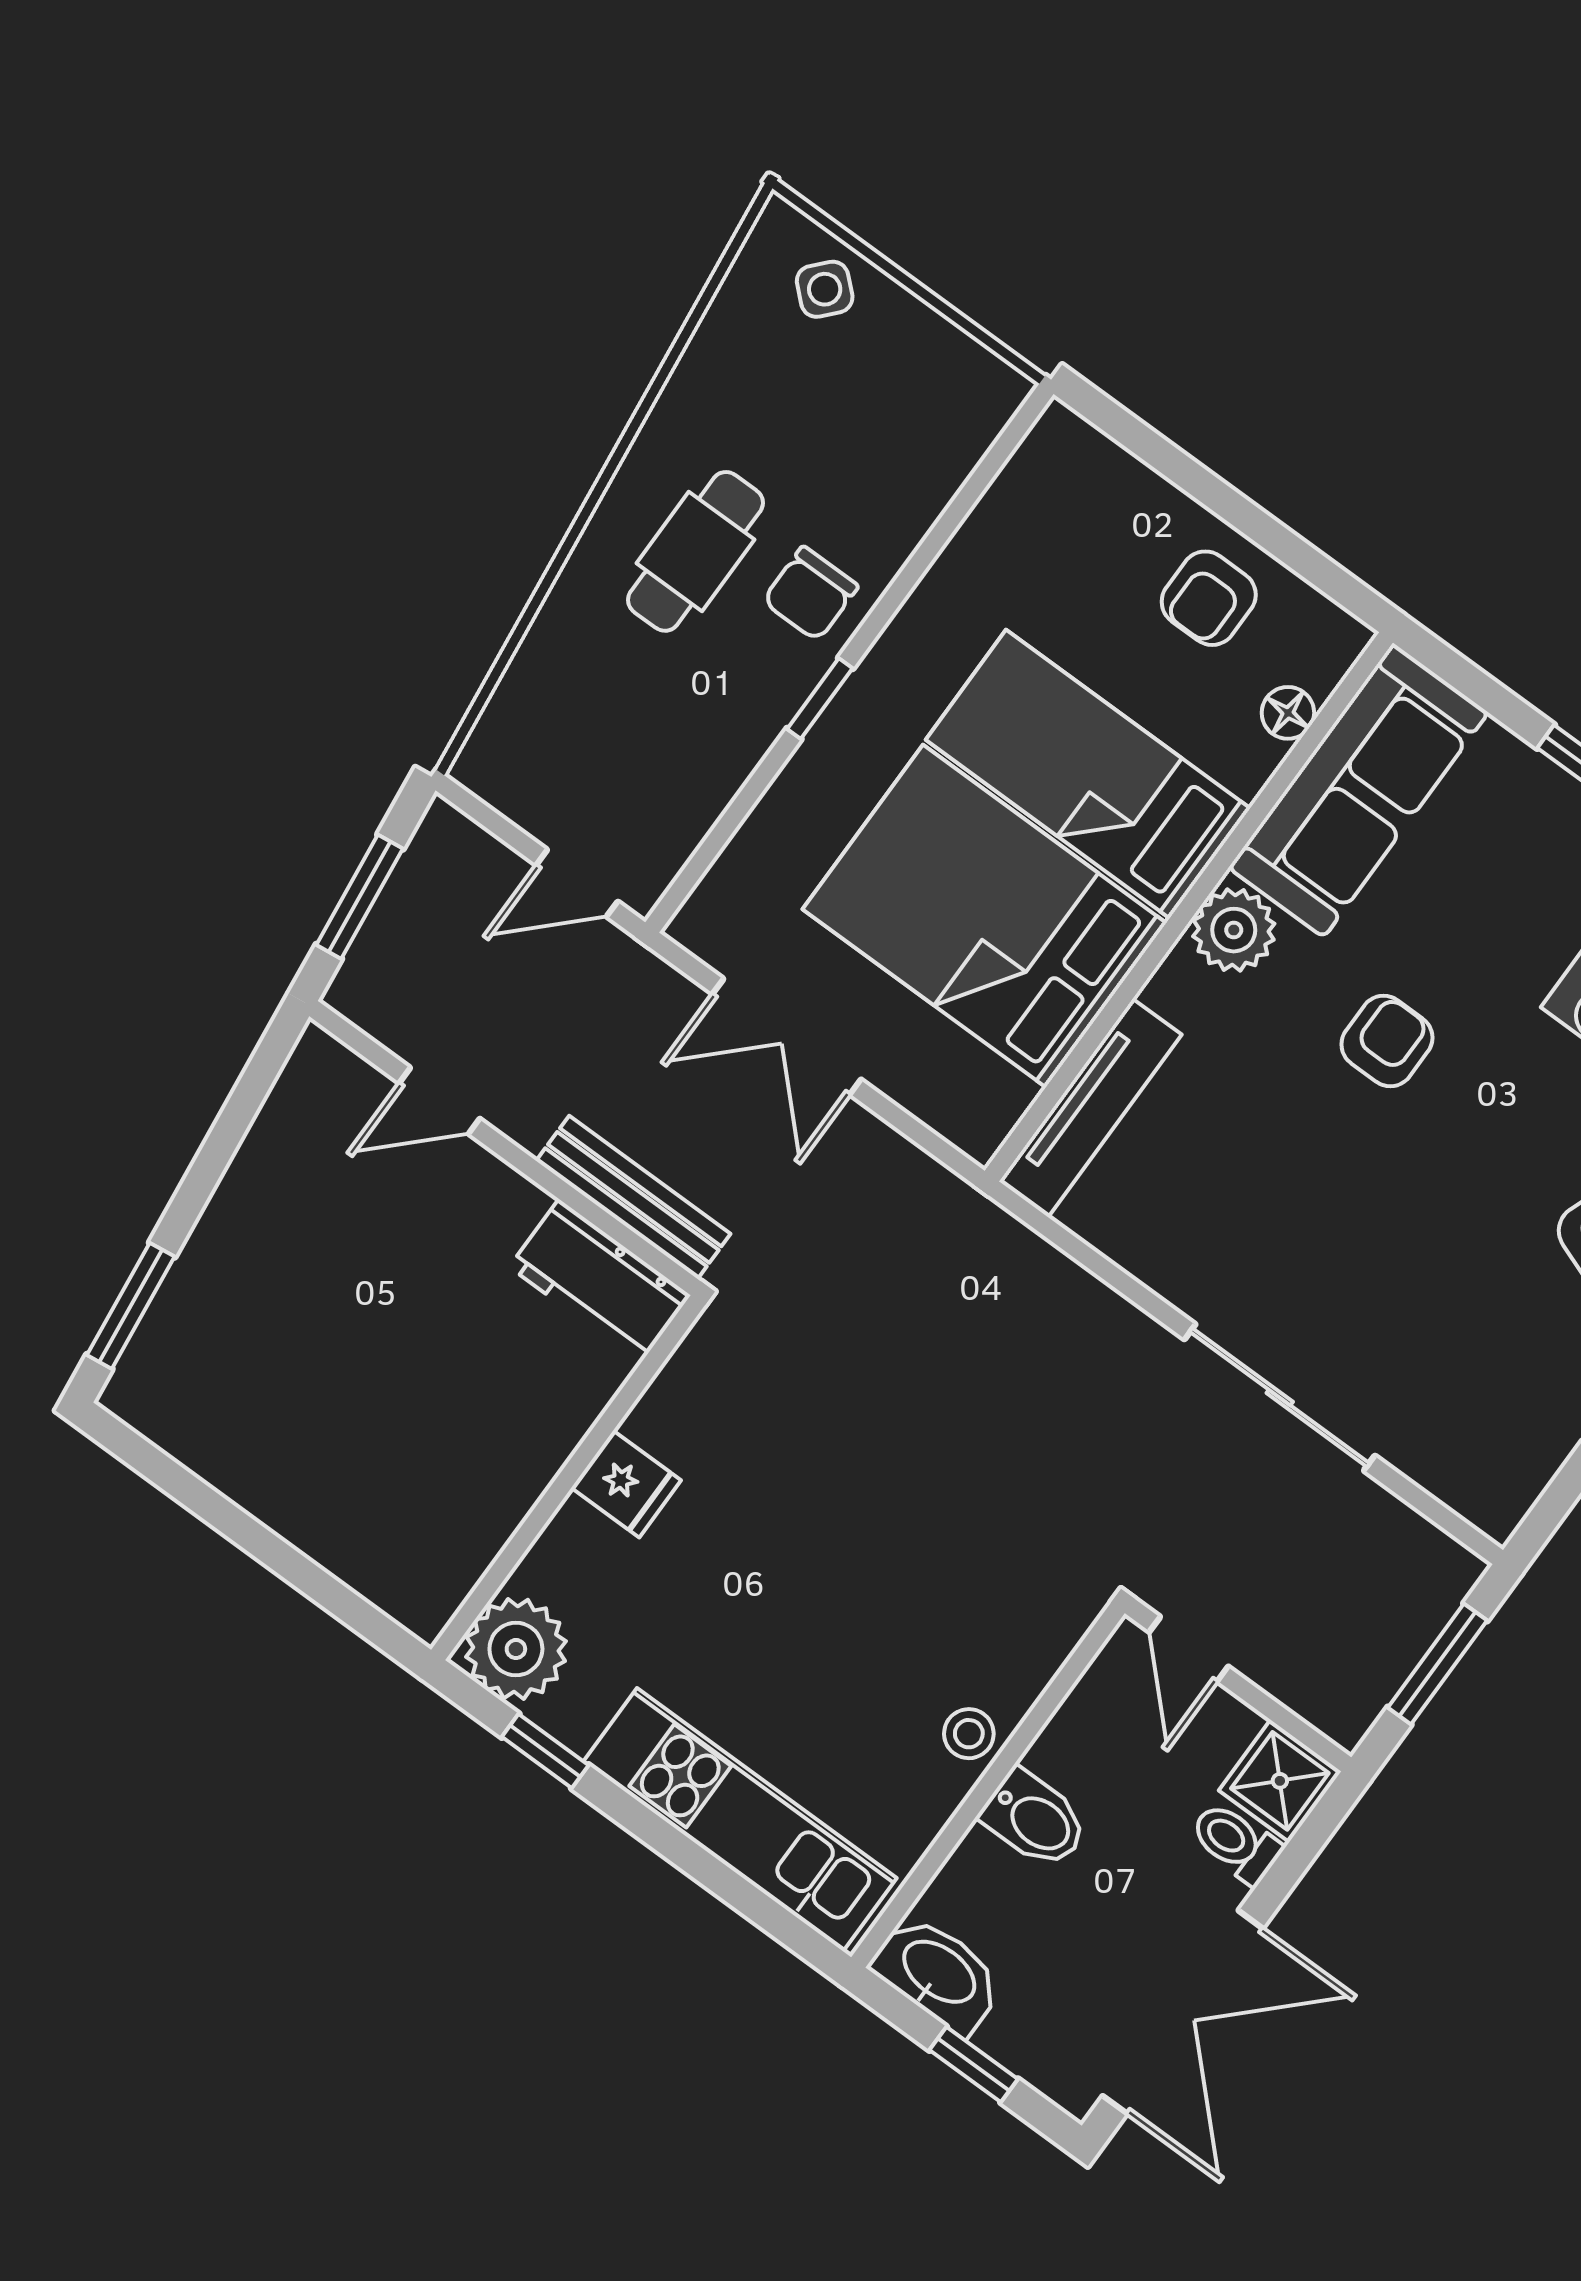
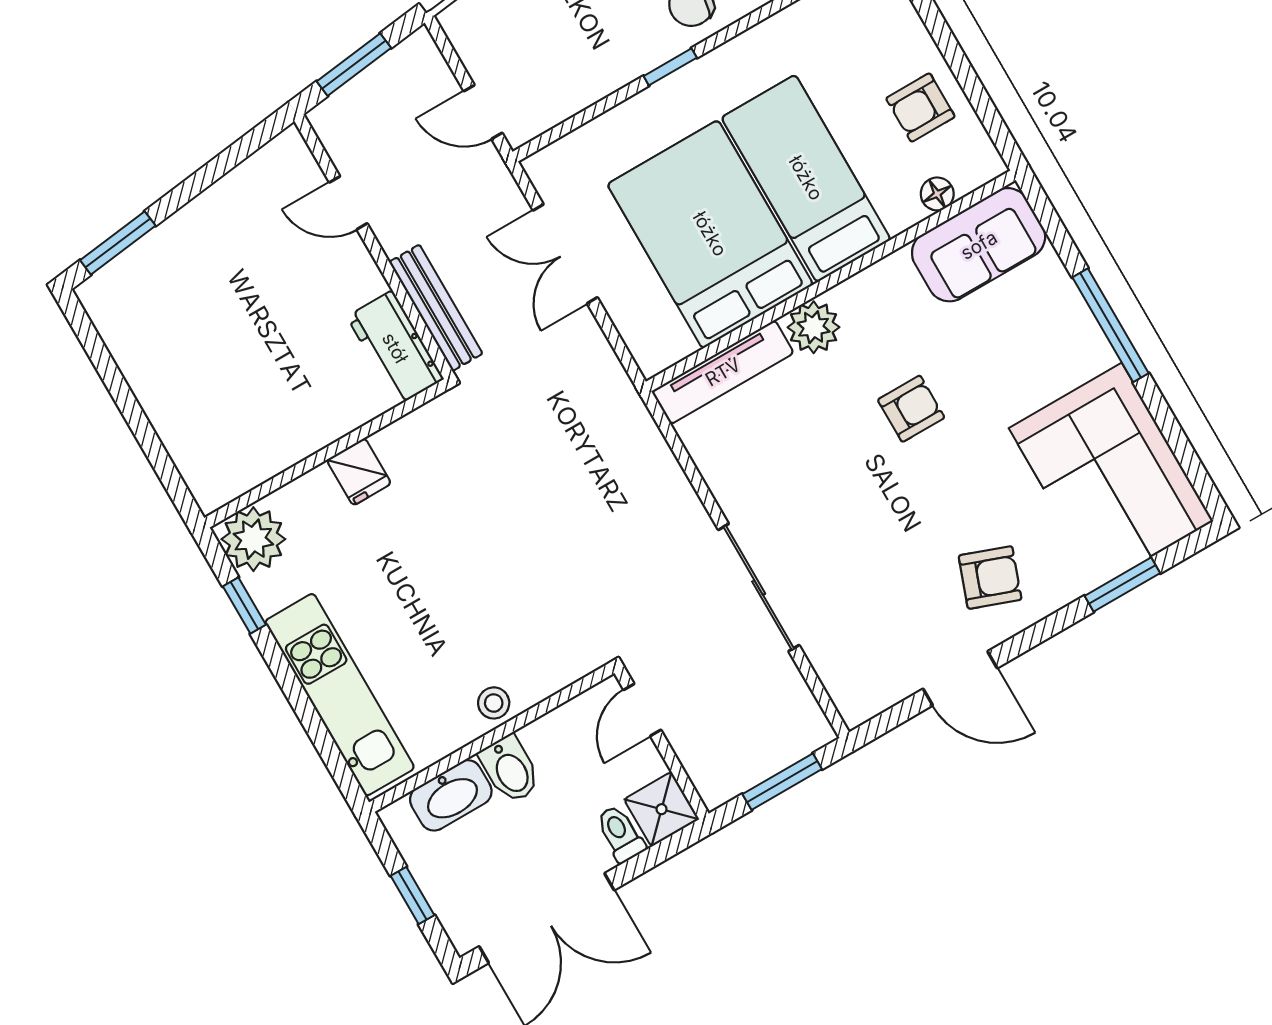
sofa: (1358, 790) -> (979, 245), width x0.73
plant: (1234, 930) -> (814, 327), moved
washbasin: (938, 1974) -> (451, 795), moved, turned 90

